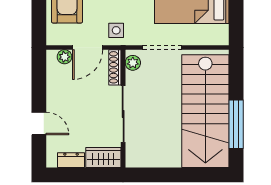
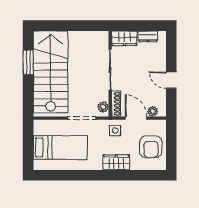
door: (88, 47) -> (136, 118), hinge flipped
door: (39, 123) -> (171, 80), moved
window: (236, 124) -> (28, 62), width x0.69

